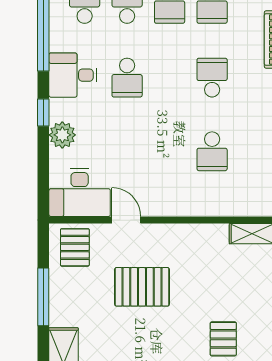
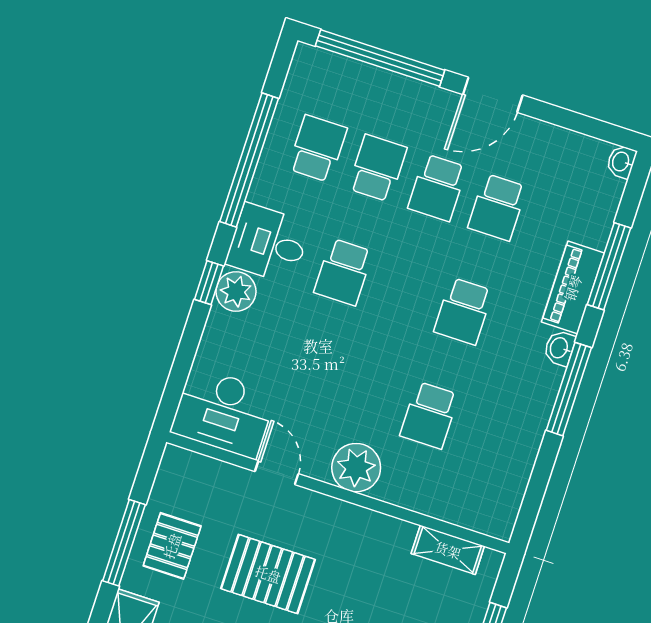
school desk: (212, 78) -> (463, 311), turned 180
plant: (62, 135) -> (236, 291), moved
plant: (176, 200) -> (356, 468), added
pallet: (75, 247) -> (172, 546), moved

